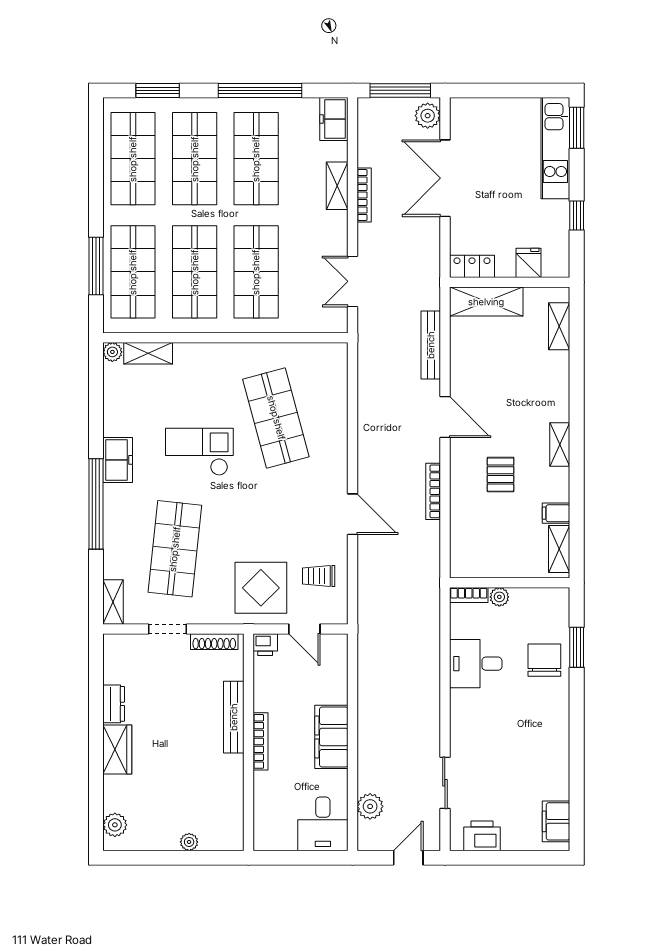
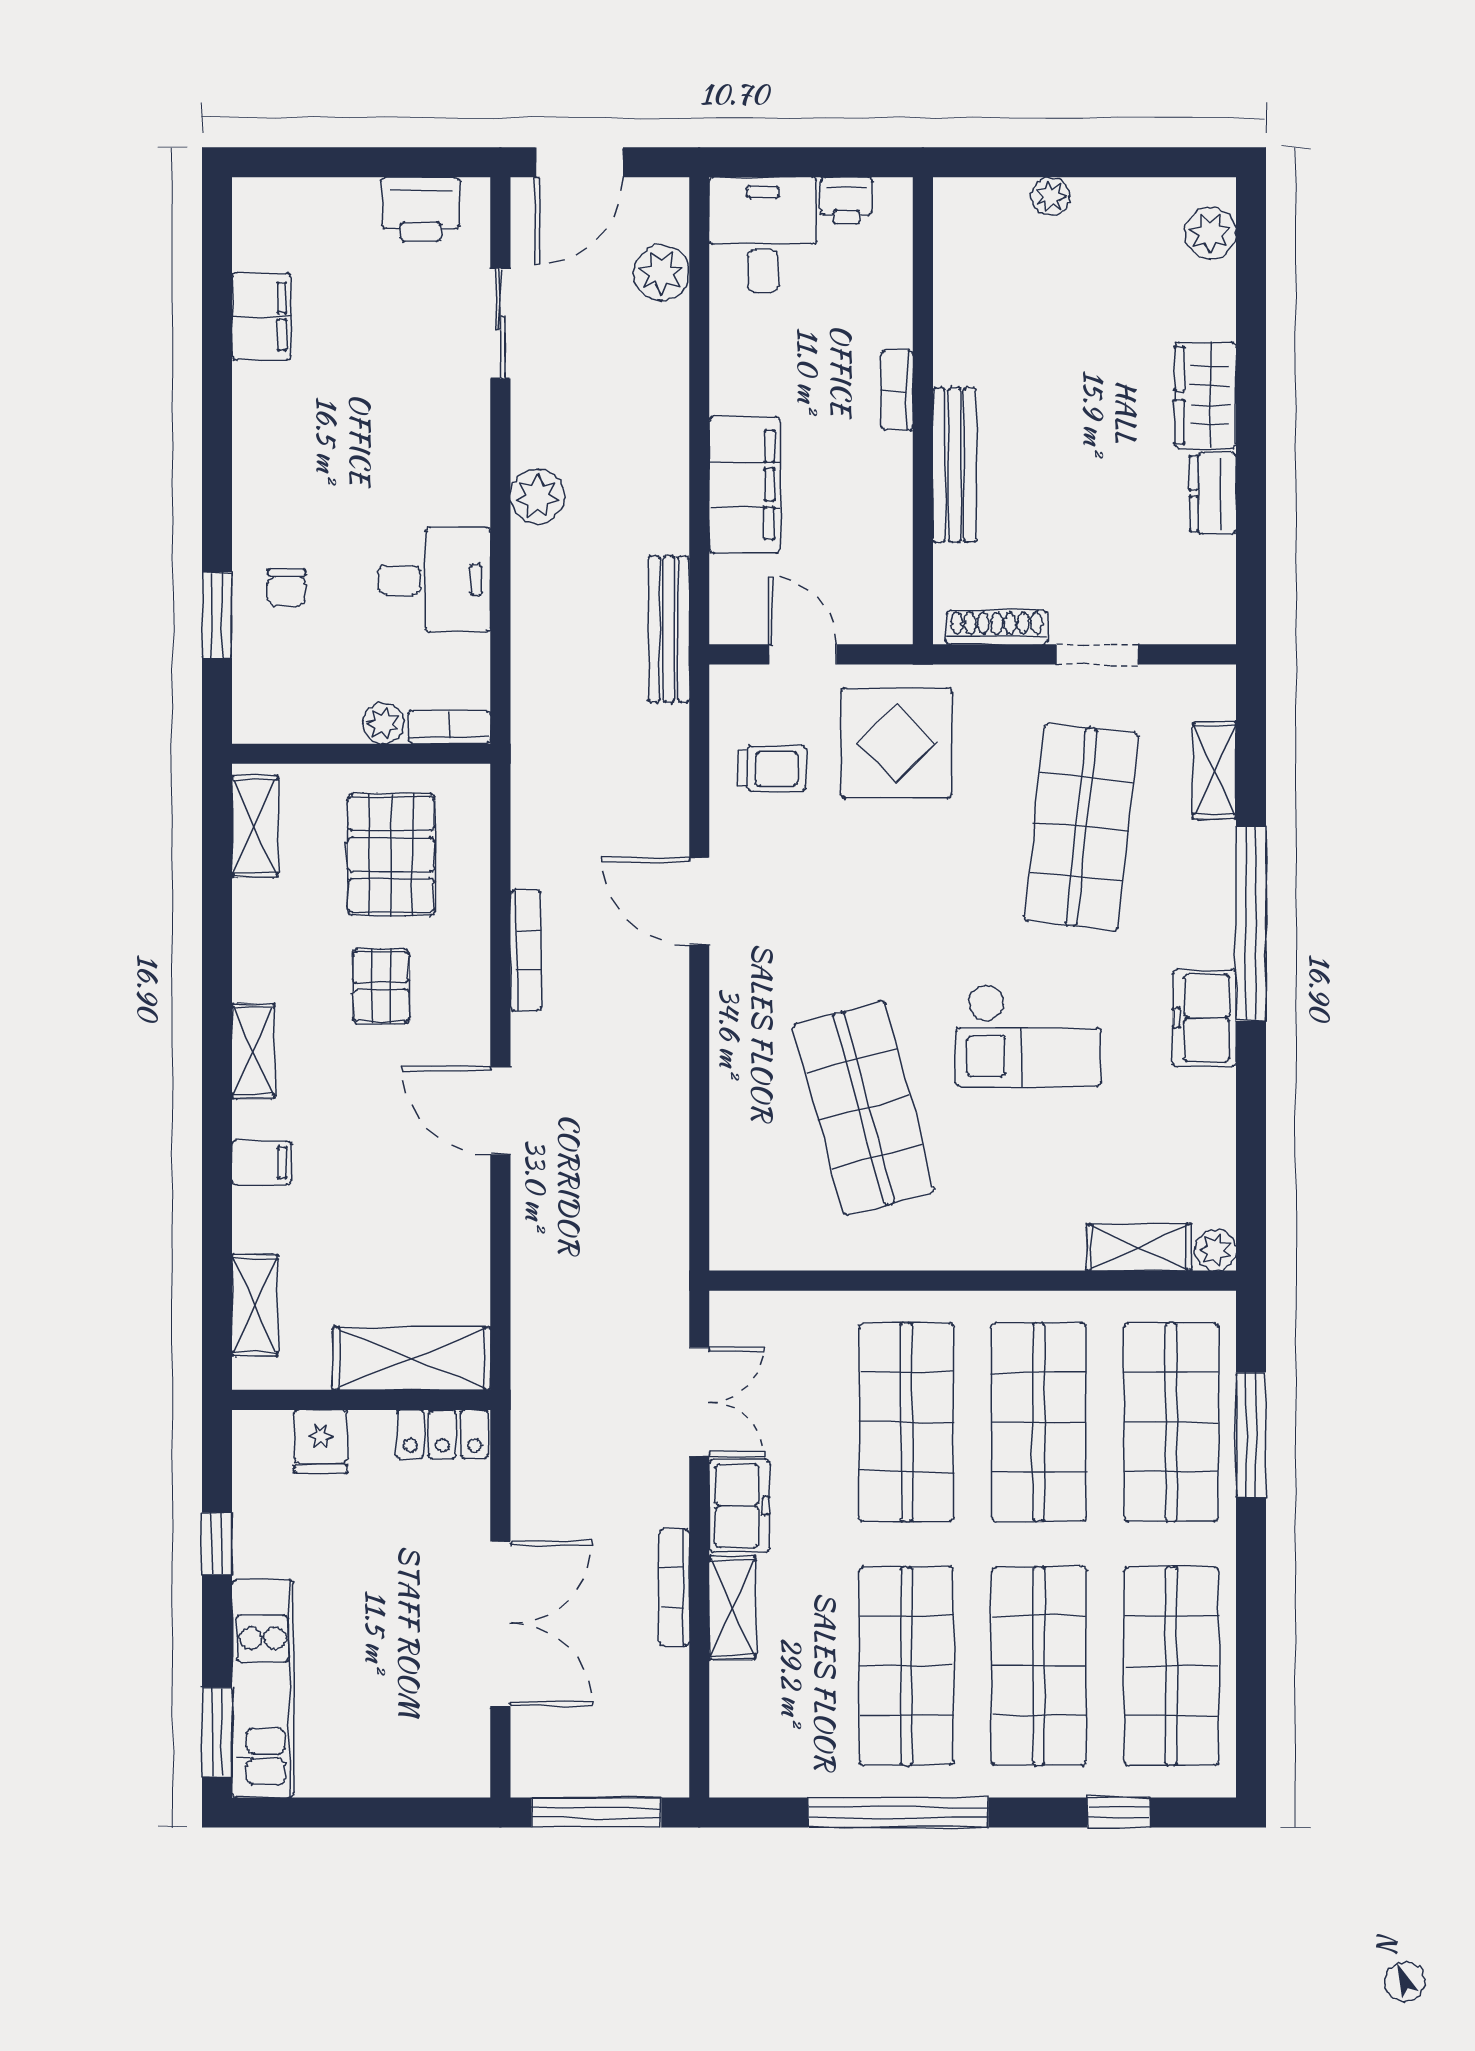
window: (158, 90) -> (1118, 1812), width x0.67
plant: (428, 116) -> (538, 497), moved
freezer: (334, 119) -> (739, 1506), moved
bench: (431, 345) -> (669, 629), moved
filing cabinet: (556, 513) -> (261, 1163), moved
pallet: (496, 536) -> (391, 855), added
shelving: (113, 602) -> (1214, 770), moved
printer: (265, 645) -> (847, 201), moved, turned 180
chair: (544, 660) -> (286, 587), width x0.54, depth x0.54
filing cabinet: (331, 737) -> (745, 485), moved
bookcase: (260, 741) -> (897, 390), width x0.64
filing cabinet: (556, 821) -> (261, 317), moved
door: (408, 858) -> (579, 162), width x1.38

